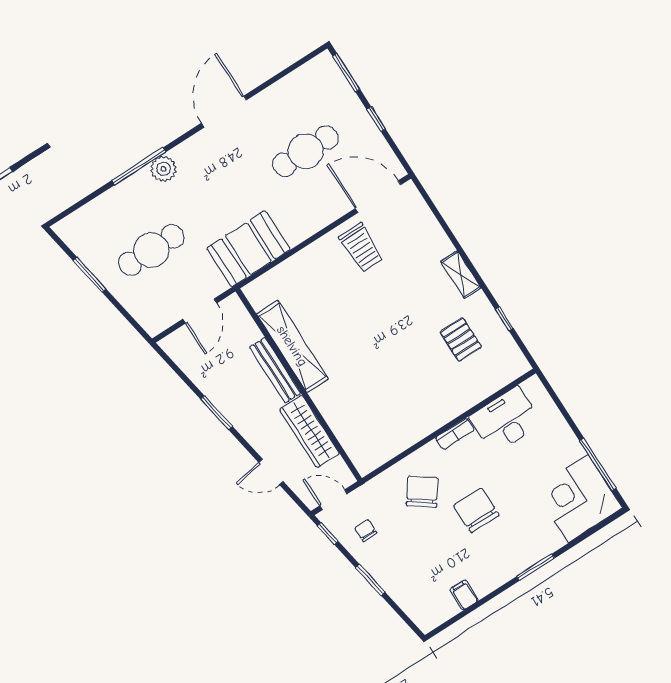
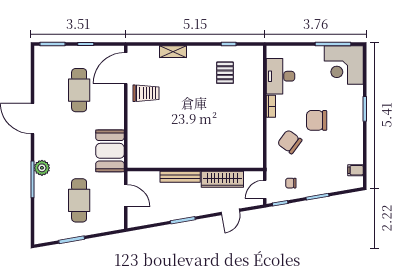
shelving: (461, 275) -> (173, 52), moved
pallet: (461, 339) -> (225, 73), turned 90
shelving: (292, 346) -> (174, 160), removed
filing cabinet: (464, 595) -> (356, 170), moved

